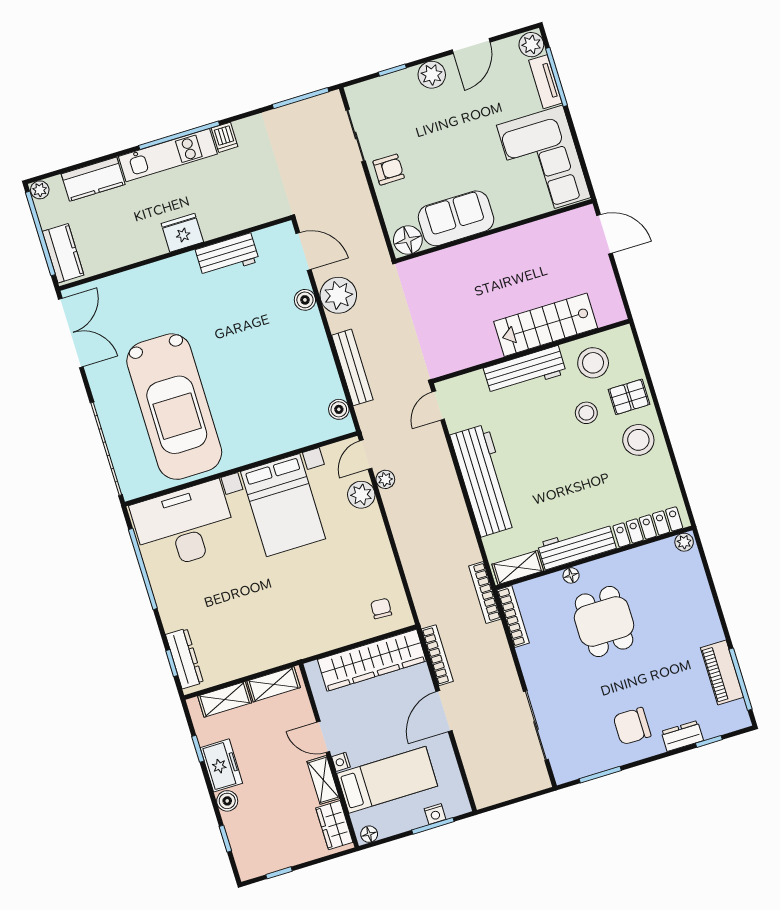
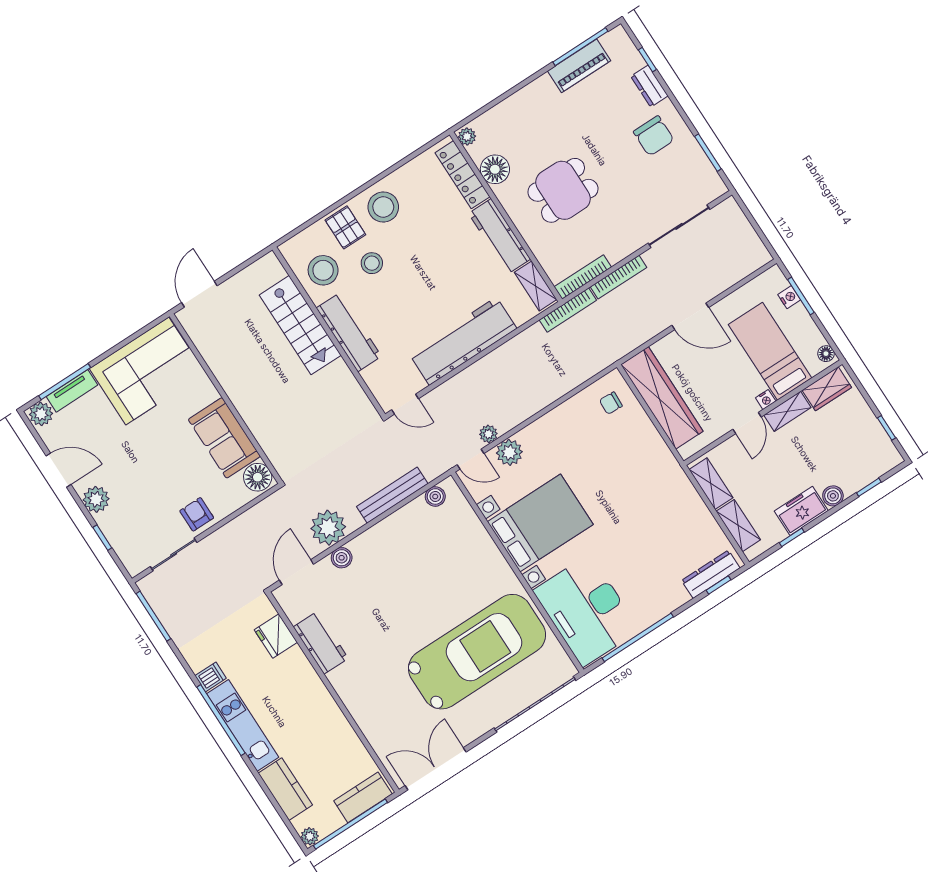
fridge: (182, 233) -> (276, 636), moved
floor lamp: (571, 575) -> (495, 169), moved, width x1.89, depth x1.89
bookcase: (437, 655) -> (618, 277), moved, turned 180

